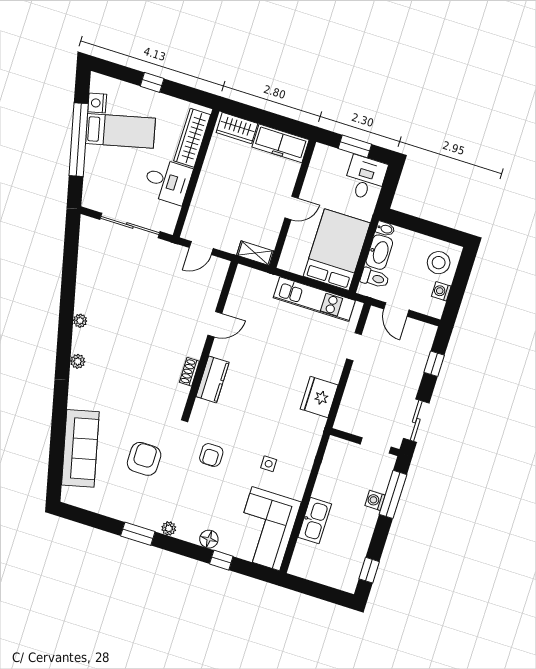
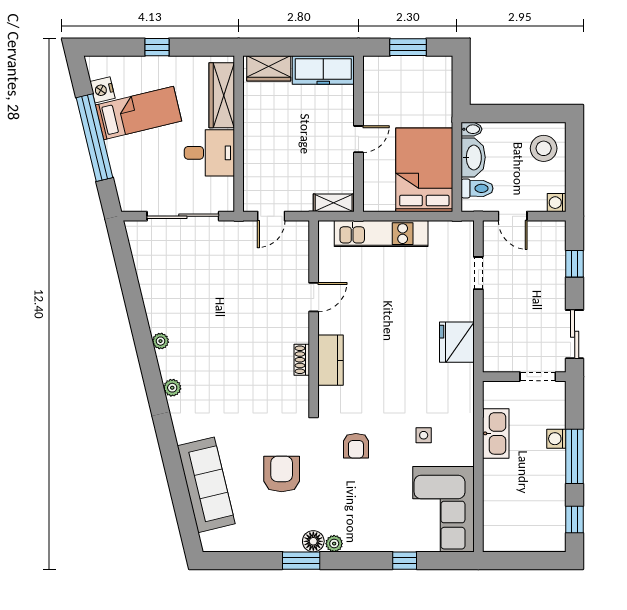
desk: (365, 178) -> (431, 79), removed
washing machine: (441, 291) -> (557, 203), moved
kitchen unit: (314, 299) -> (381, 234), moved
window: (393, 494) -> (575, 456), moved
kitchen sink: (315, 521) -> (496, 433), moved
floor lamp: (209, 539) -> (313, 541), moved

